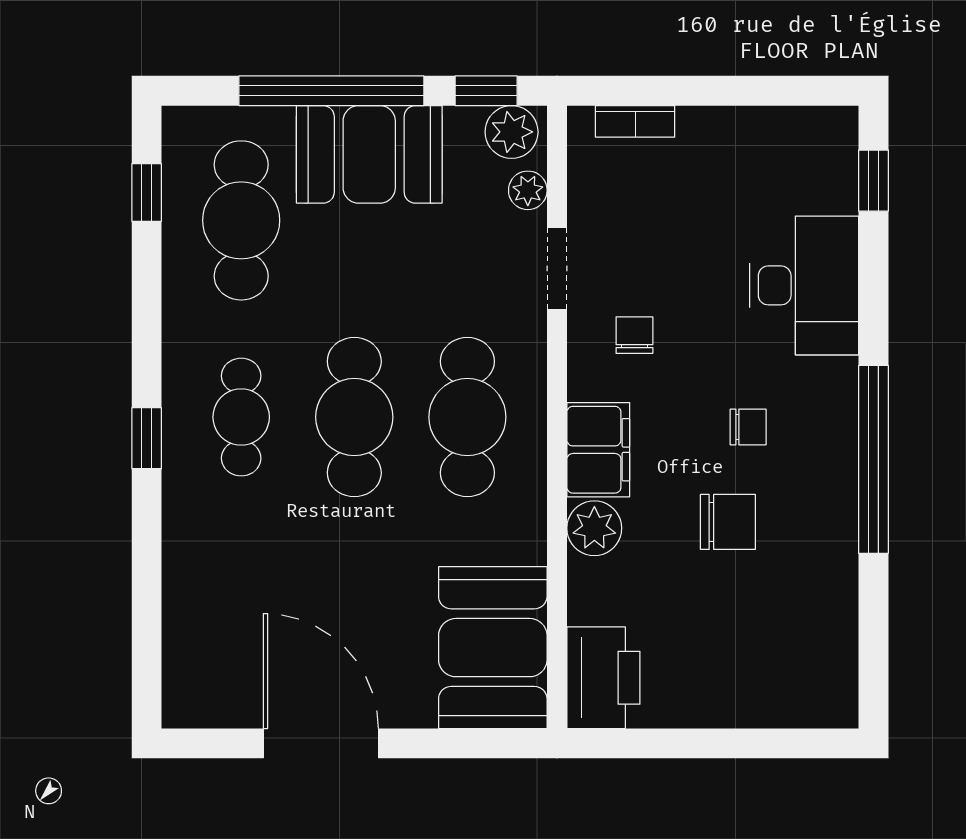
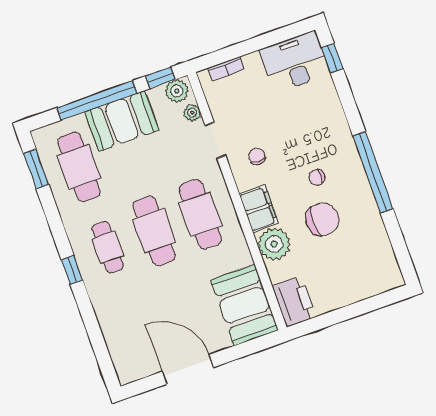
window: (147, 193) -> (36, 169), width x1.50
desk: (804, 285) -> (295, 62), moved, turned -90
chair: (748, 427) -> (317, 177), turned 180
chair: (728, 522) -> (322, 219), width x1.37, depth x1.37
plant: (594, 528) -> (274, 244), width x1.36, depth x1.36

